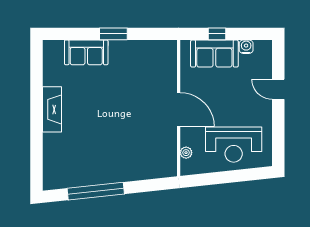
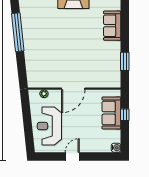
window: (113, 34) -> (125, 61), moved
water cooler: (246, 47) -> (116, 148), moved
door: (278, 89) -> (72, 156), moved

